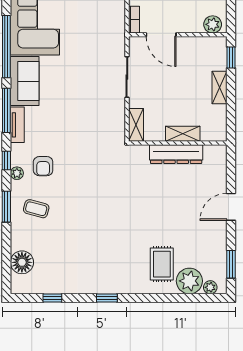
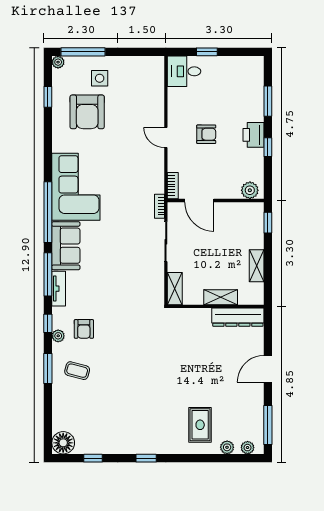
bookcase: (120, 41) -> (159, 206), added
shelving: (220, 87) -> (257, 266), moved
dresser: (176, 154) -> (238, 317), moved
floor lamp: (22, 262) -> (63, 443), moved
window: (231, 264) -> (268, 425), width x1.44
plant: (189, 281) -> (227, 447), width x0.53, depth x0.53

